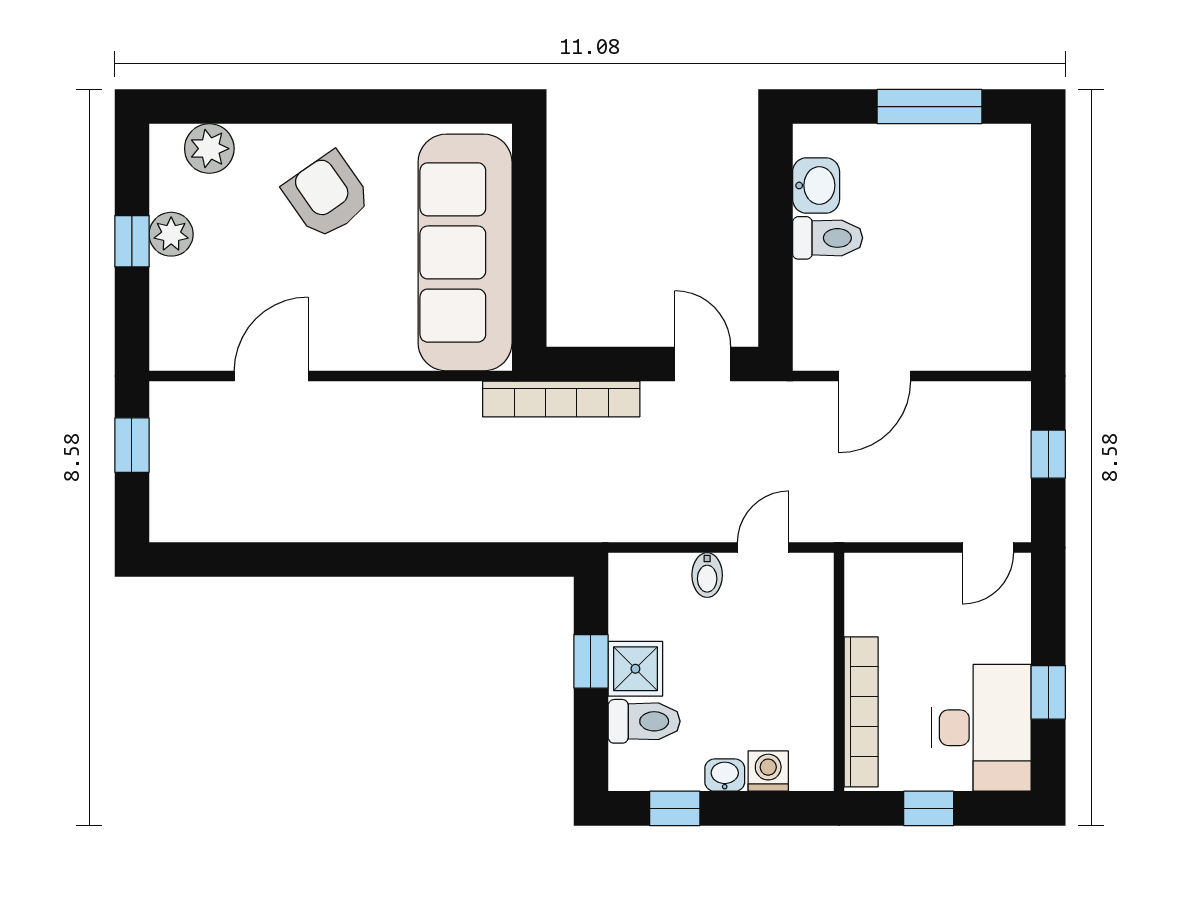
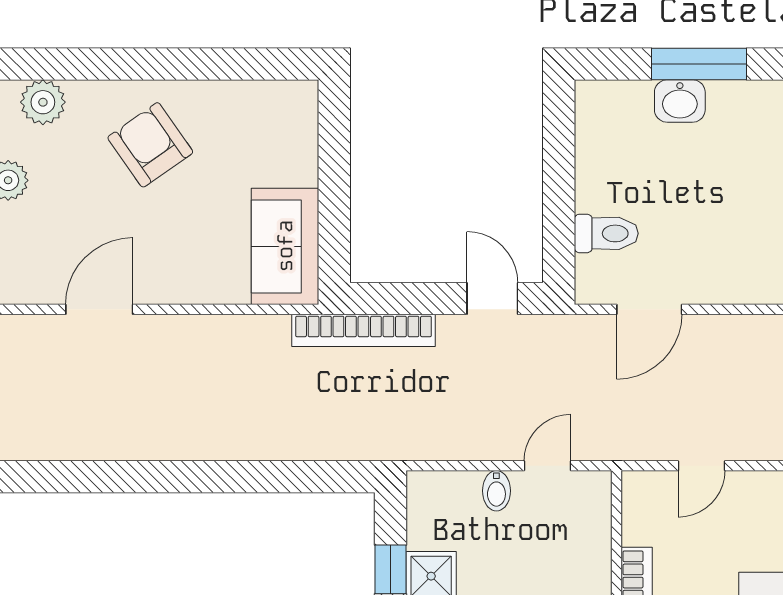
washbasin: (816, 185) -> (680, 101), moved, turned 90
toilet: (828, 238) -> (606, 233), moved
sofa: (465, 252) -> (285, 246), width x0.54, depth x0.79
door: (988, 548) -> (702, 466), moved

